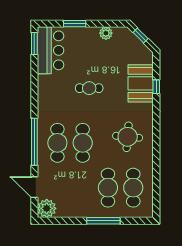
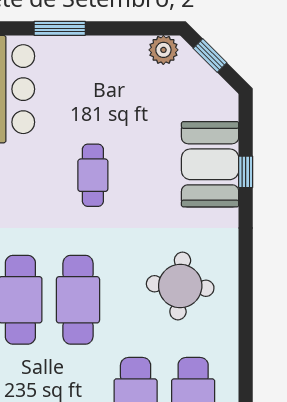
plant: (106, 33) -> (163, 50), moved
cafe table: (89, 88) -> (93, 175), turned 90

